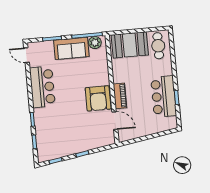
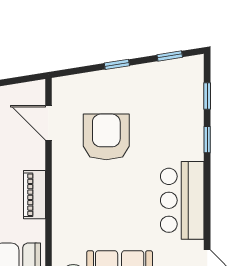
piano: (120, 96) -> (34, 195), moved
armchair: (98, 98) -> (106, 137), moved

